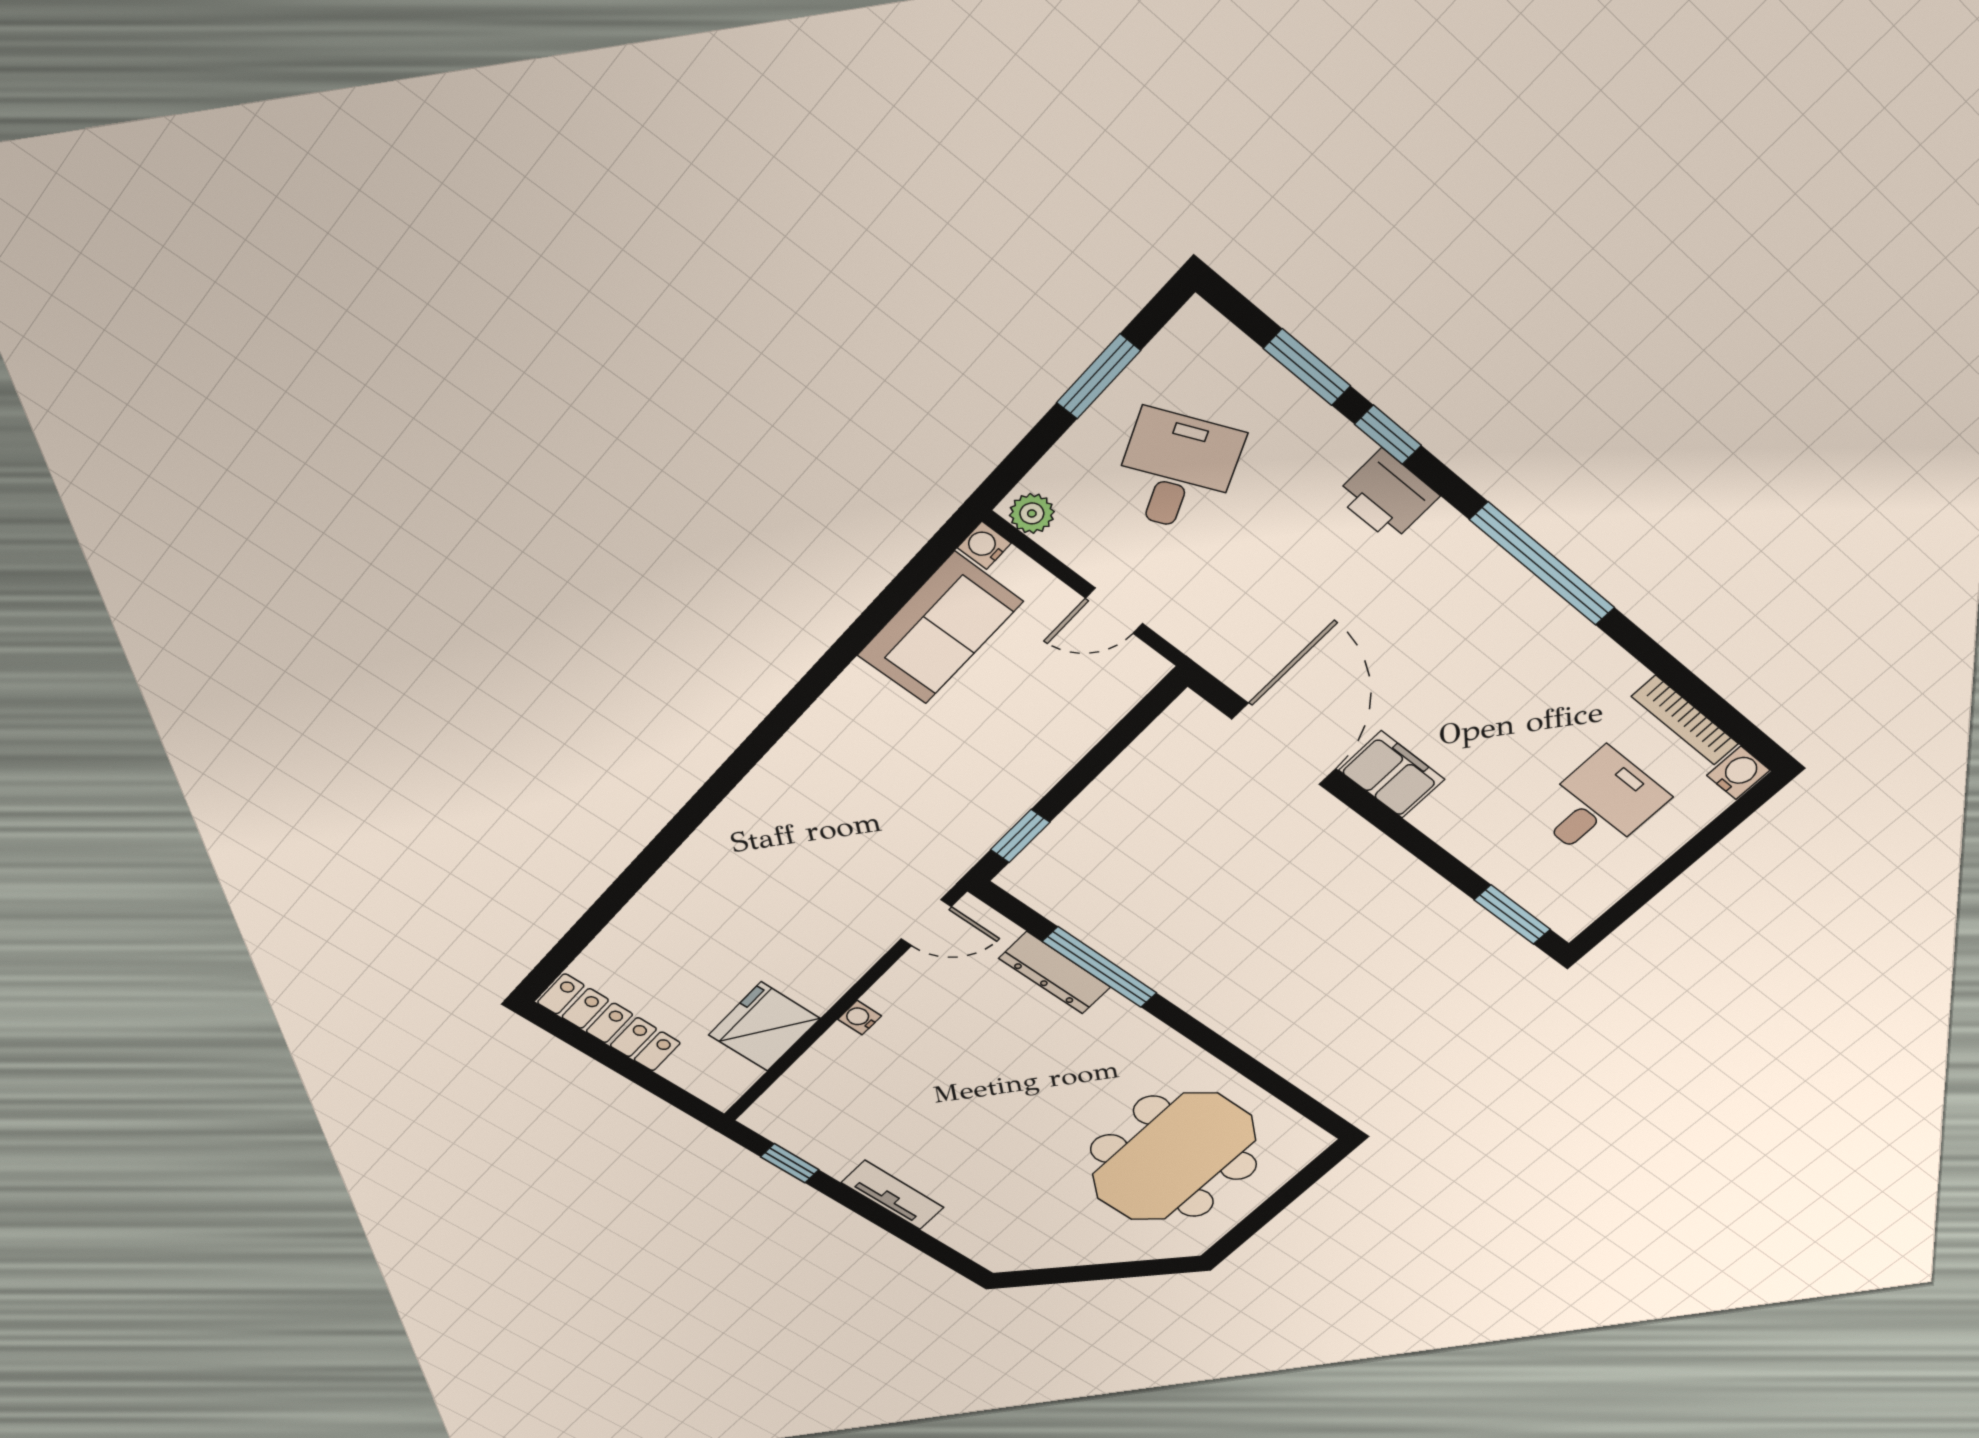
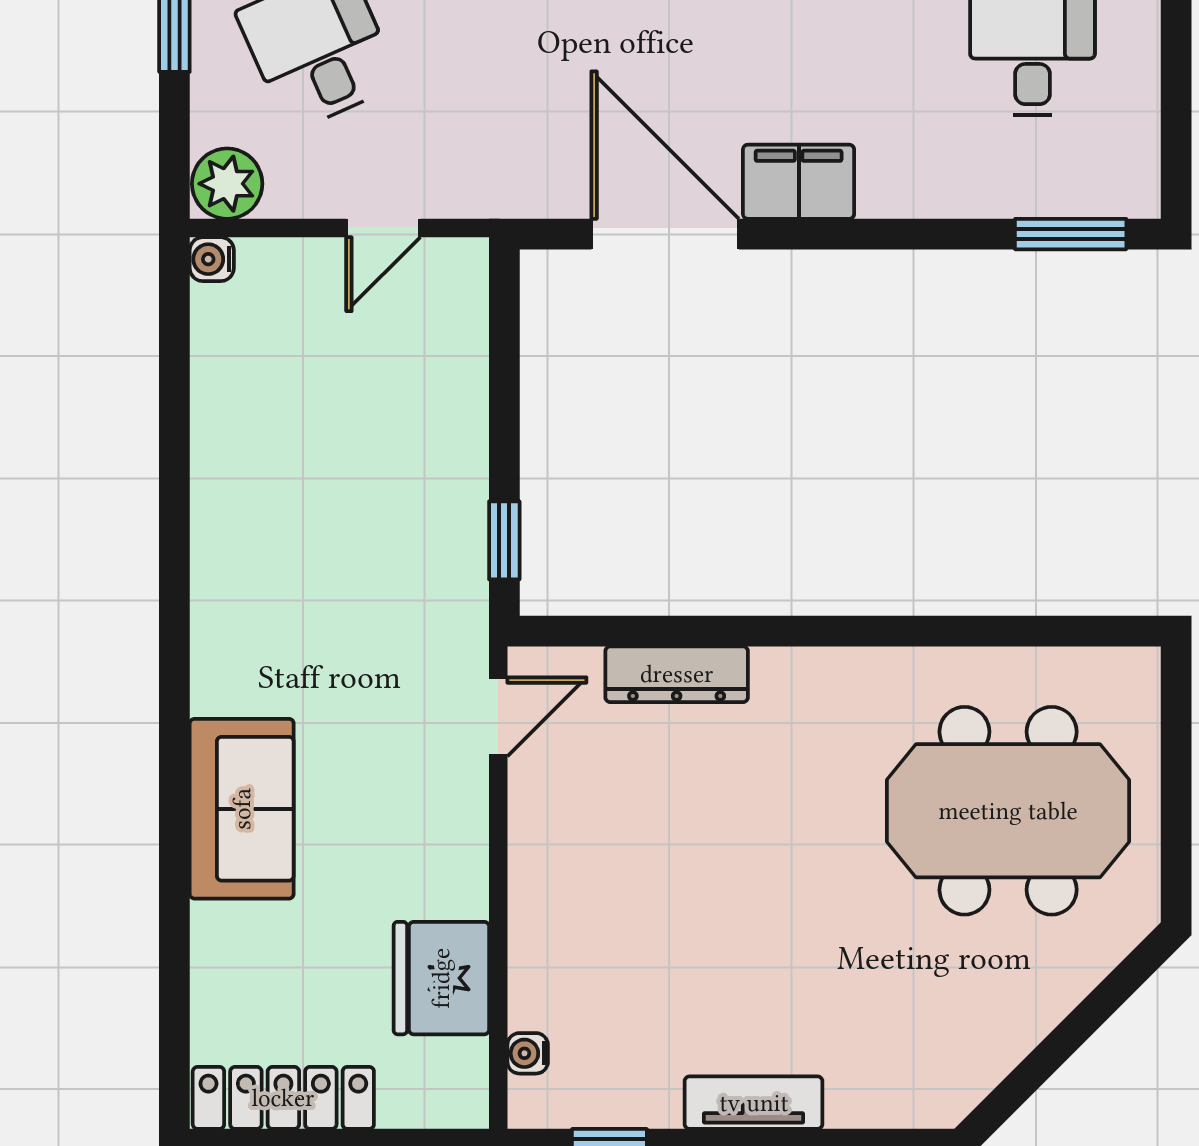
plant: (1032, 513) -> (227, 184), width x1.38, depth x1.38
sofa: (940, 628) -> (242, 809), moved
window: (1100, 967) -> (716, 631), removed
water cooler: (860, 1018) -> (528, 1053), moved
meeting table: (1174, 1157) -> (1008, 811), turned 90

